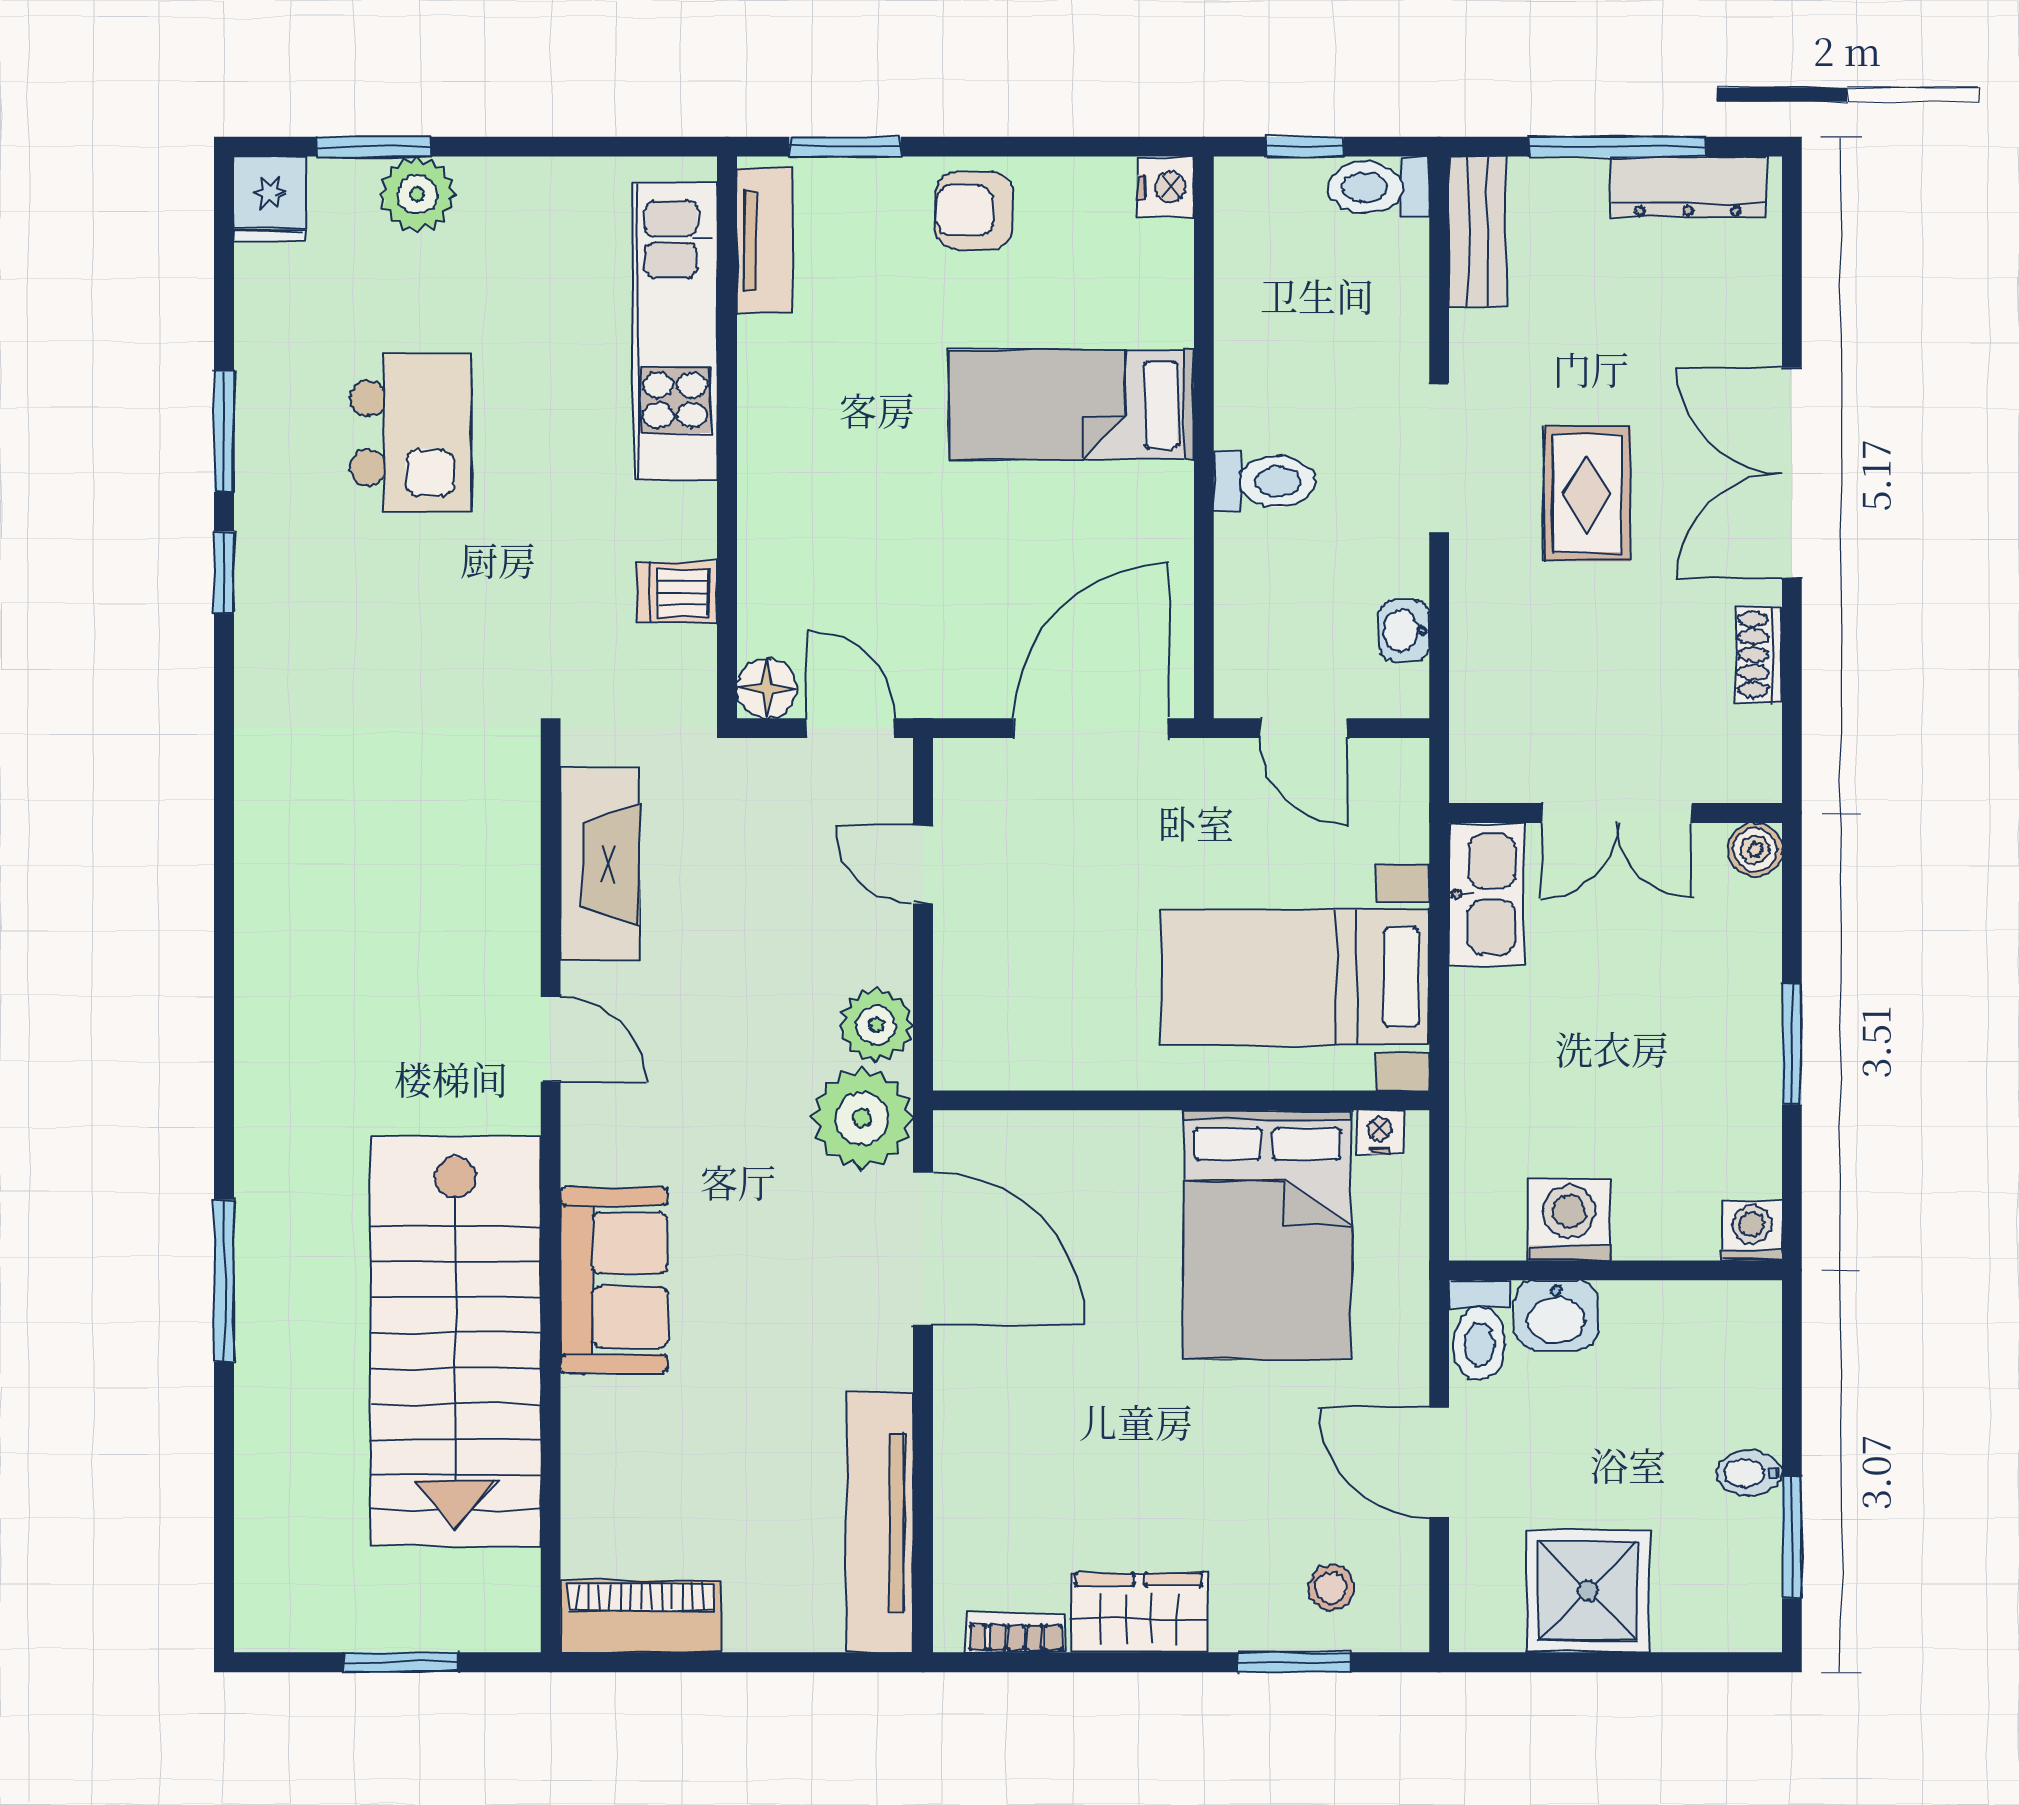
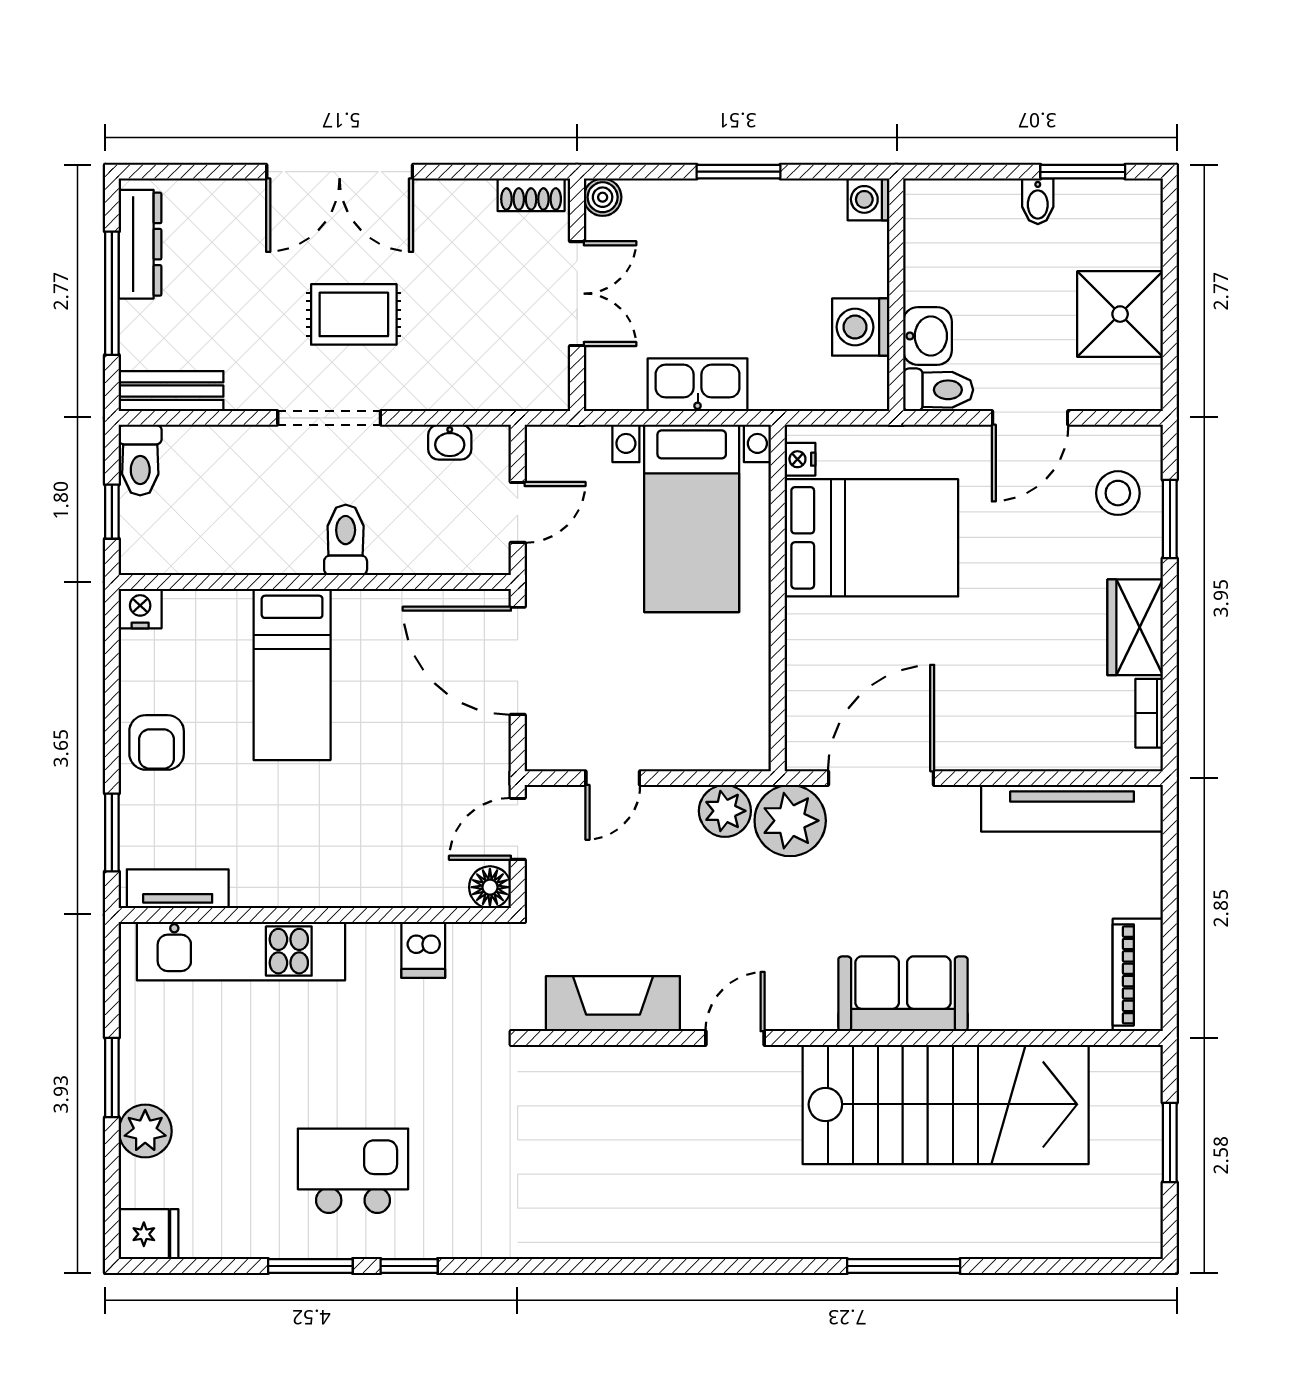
window: (374, 147) -> (112, 1077), moved
kitchen island: (411, 433) -> (353, 1171), moved
shoe rack: (1759, 655) -> (531, 195), moved
kitchen sink: (1487, 894) -> (698, 385), moved
stool: (1331, 1588) -> (1118, 493), width x1.37, depth x1.37

